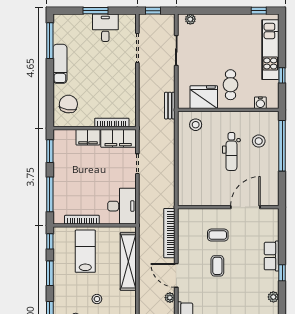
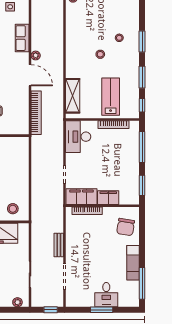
desk: (105, 28) -> (106, 295), moved
bench: (170, 106) -> (59, 245), moved
lab bench: (85, 251) -> (111, 97), turned 180
shelving: (128, 261) -> (73, 96), width x0.68

